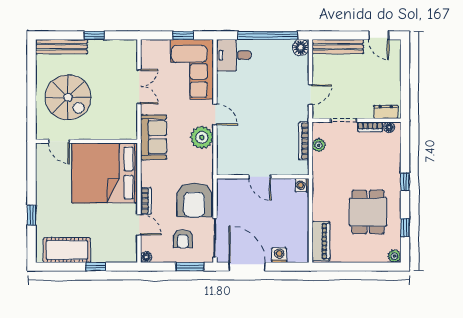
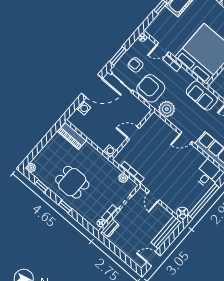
plant: (202, 137) -> (167, 109), moved
dining table: (368, 212) -> (72, 182), moved

